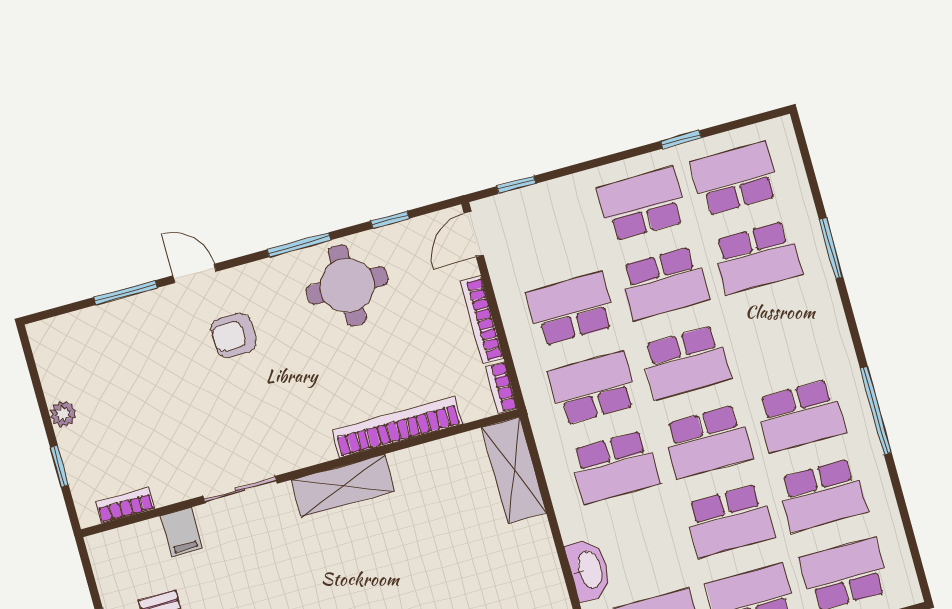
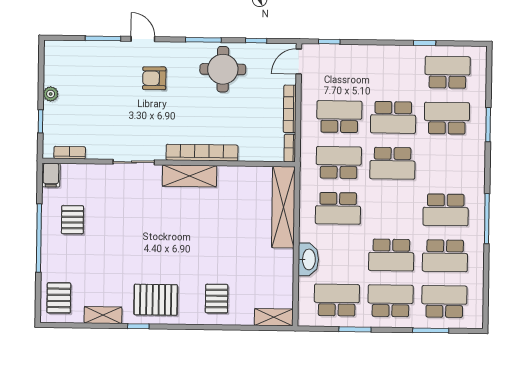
school desk: (642, 204) -> (394, 72), removed
school desk: (757, 258) -> (447, 118), turned 180
bookcase: (397, 427) -> (202, 153), moved
school desk: (708, 442) -> (392, 209), removed
shelving: (514, 470) -> (283, 207), width x1.47
filing cabinet: (182, 532) -> (51, 175), moved

